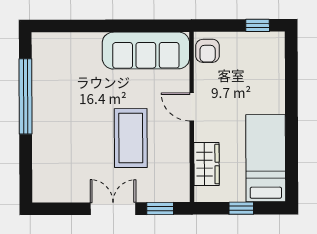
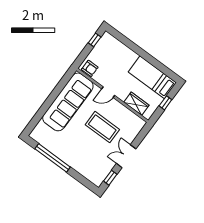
sofa: (146, 51) -> (68, 102), width x1.36, depth x1.27
window: (160, 209) -> (110, 178), moved

